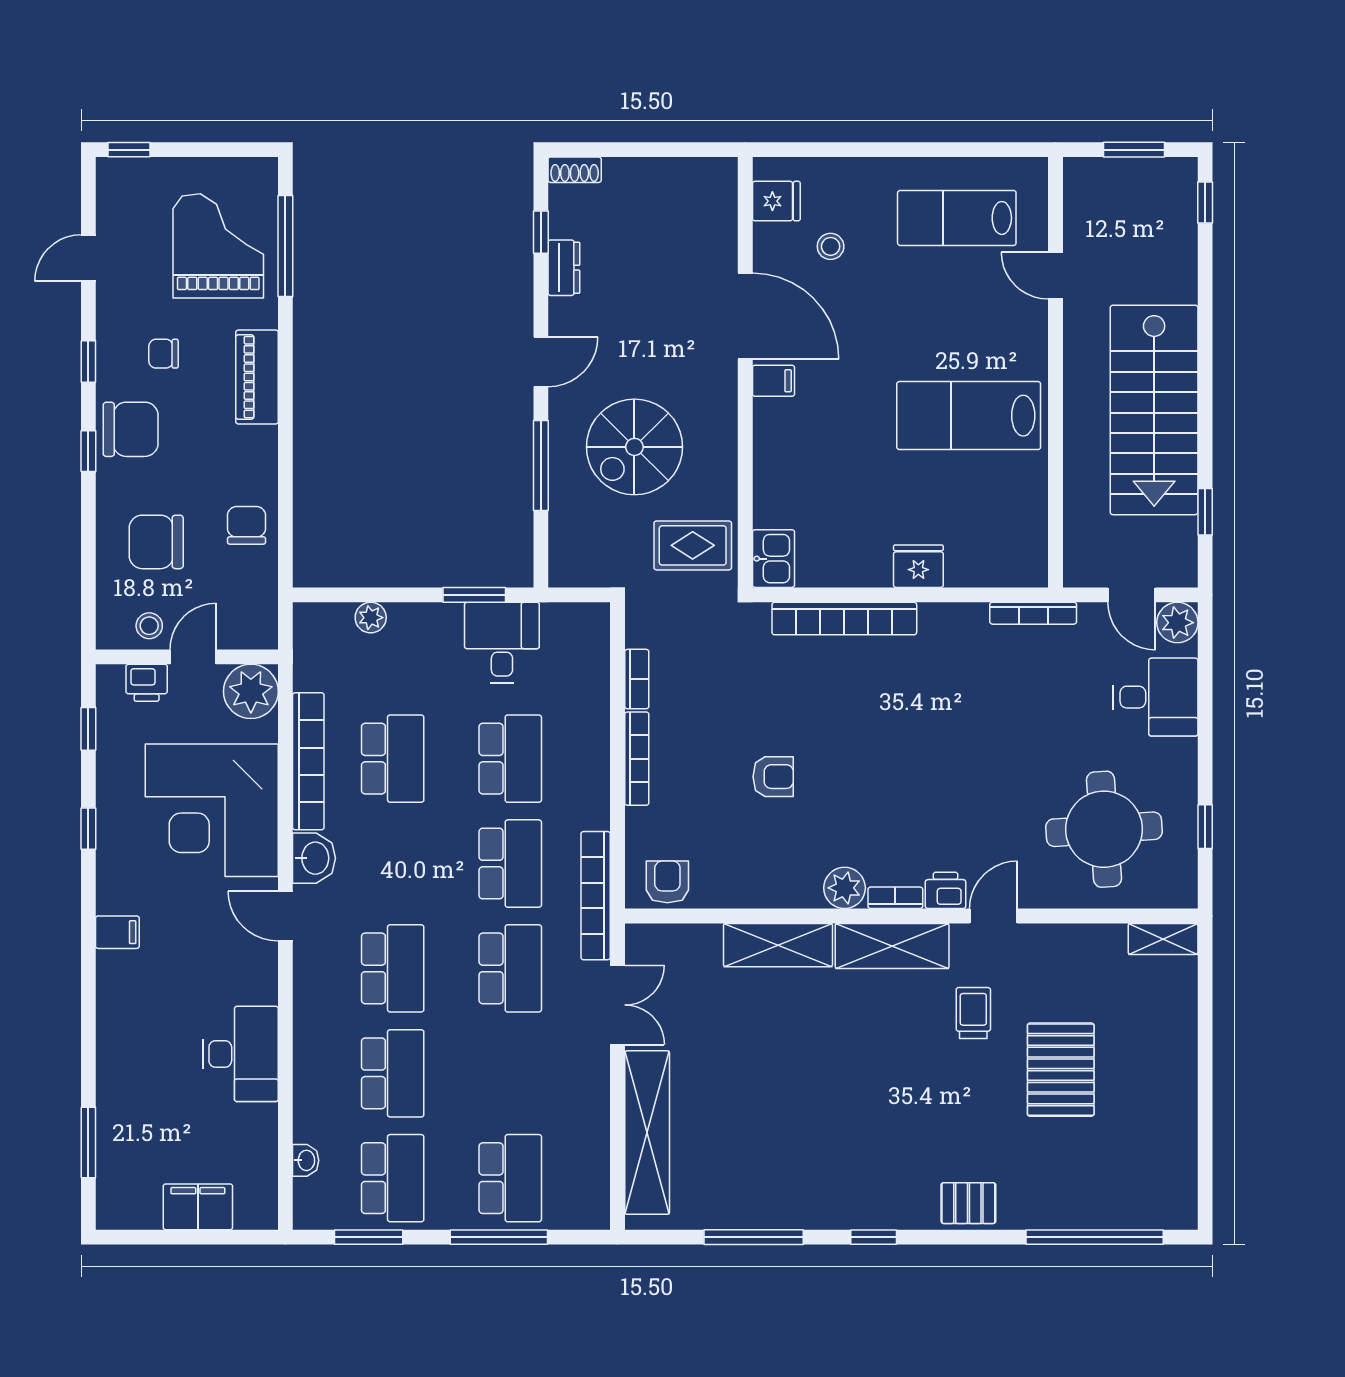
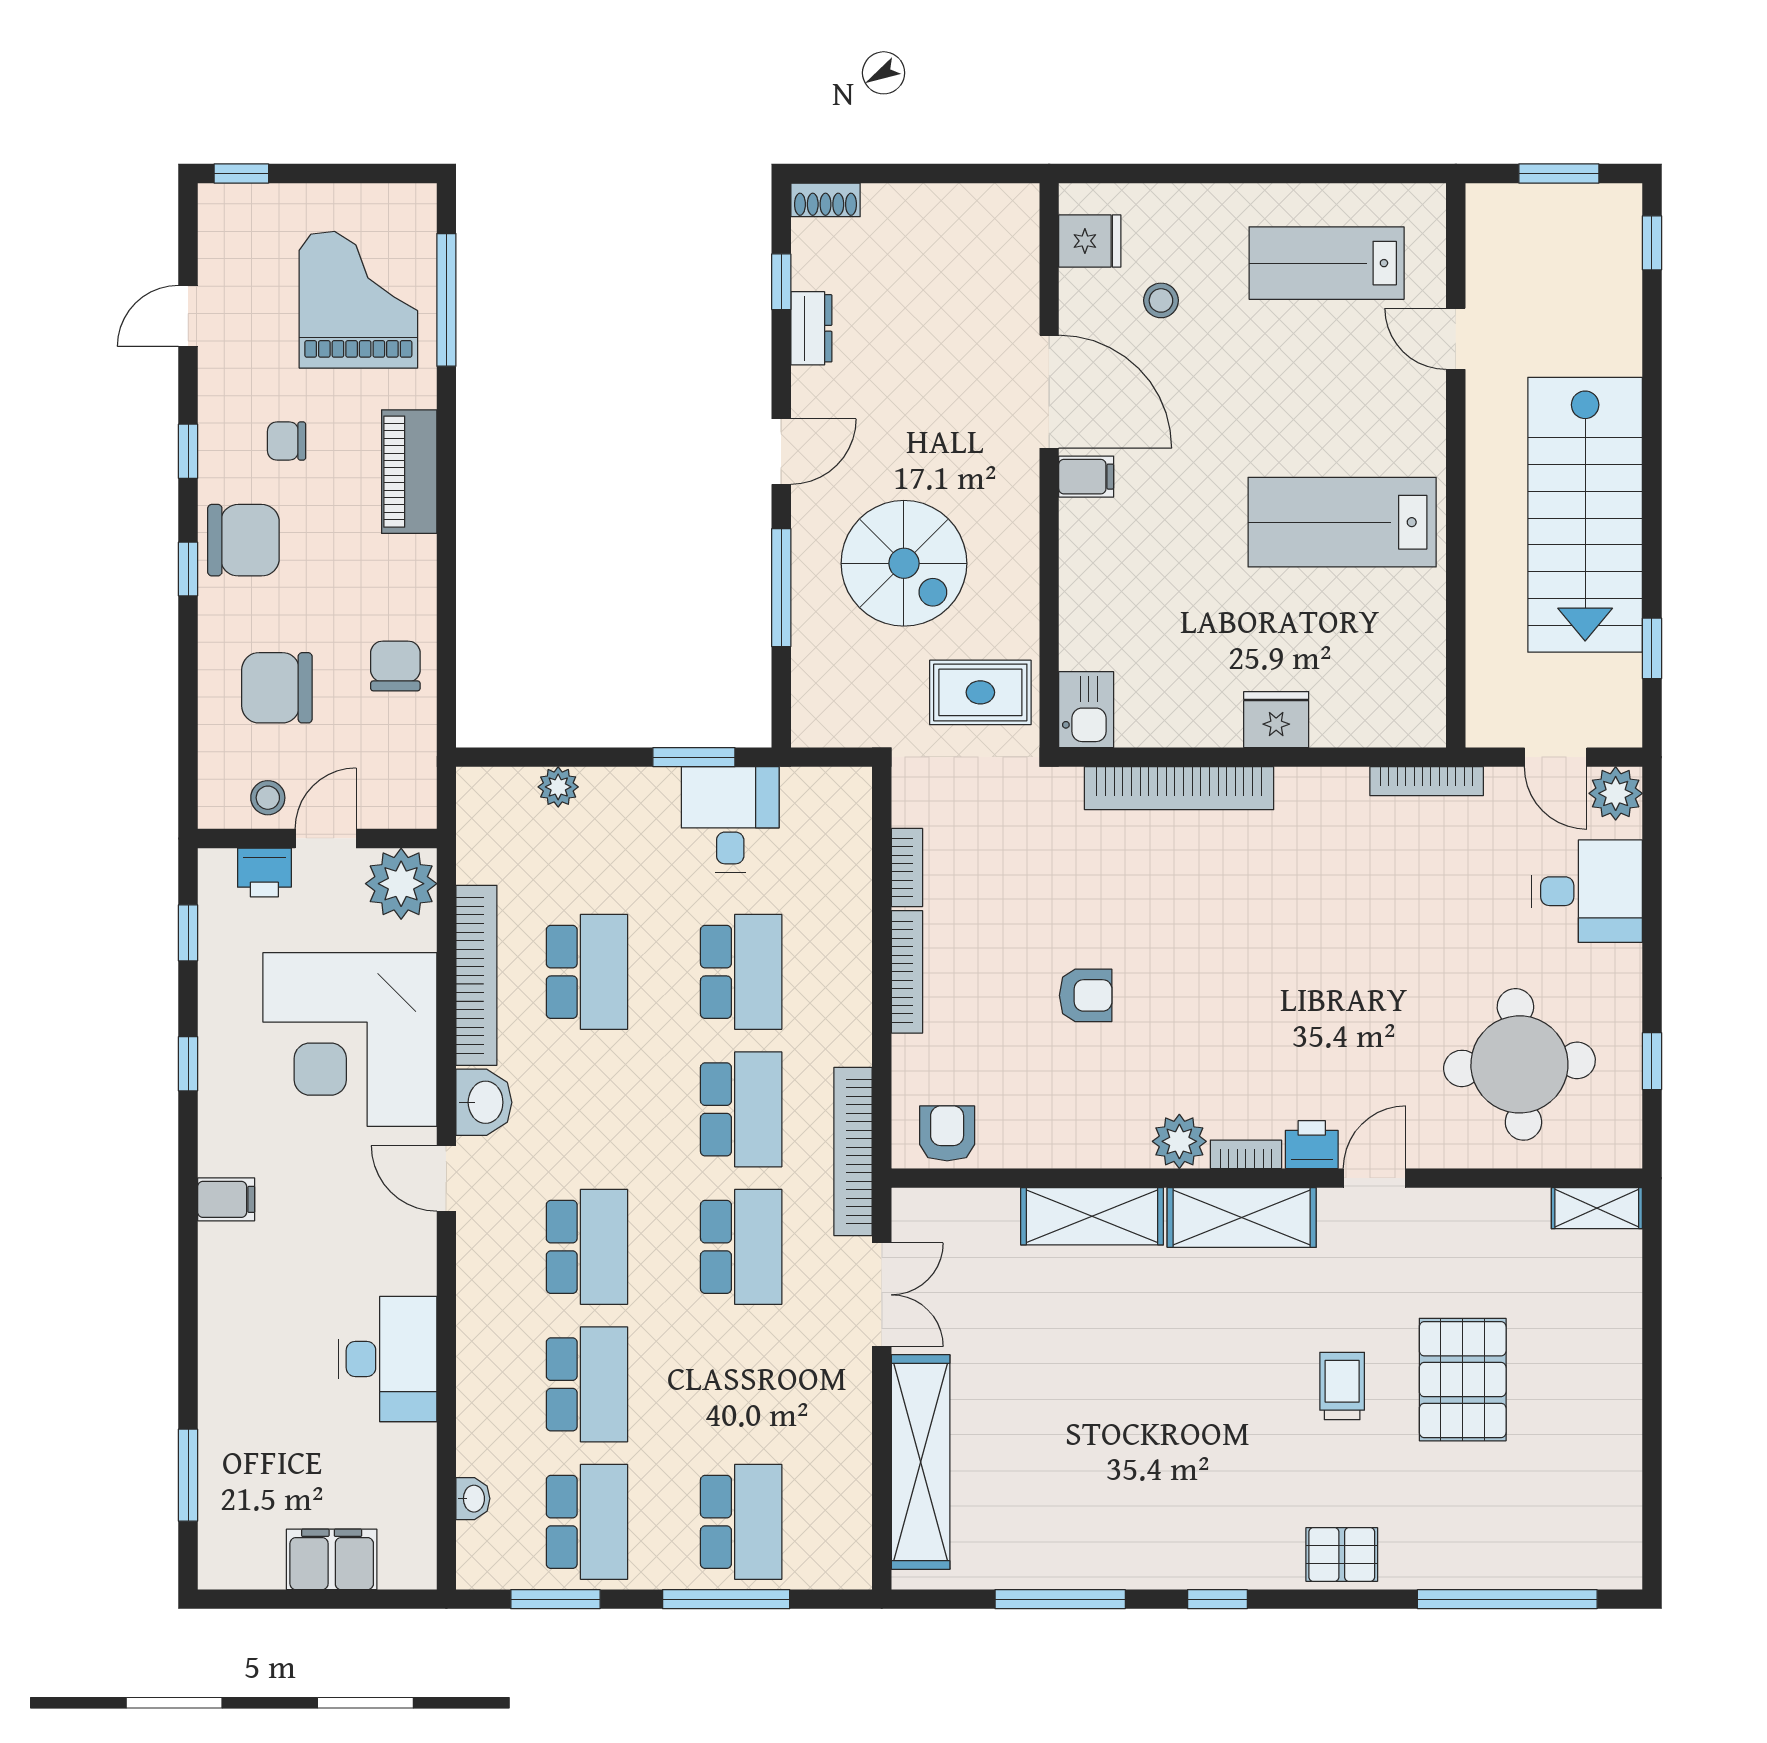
spiral stairs: (634, 447) -> (904, 563), turned -90
trolley: (973, 1013) -> (1342, 1386), moved

